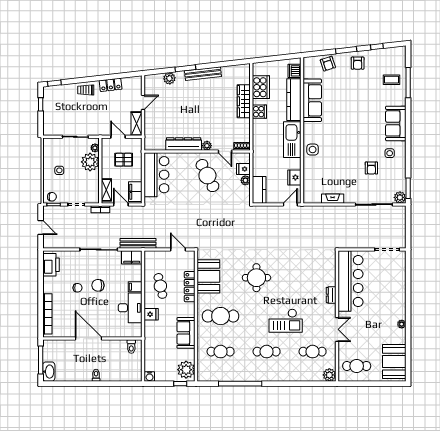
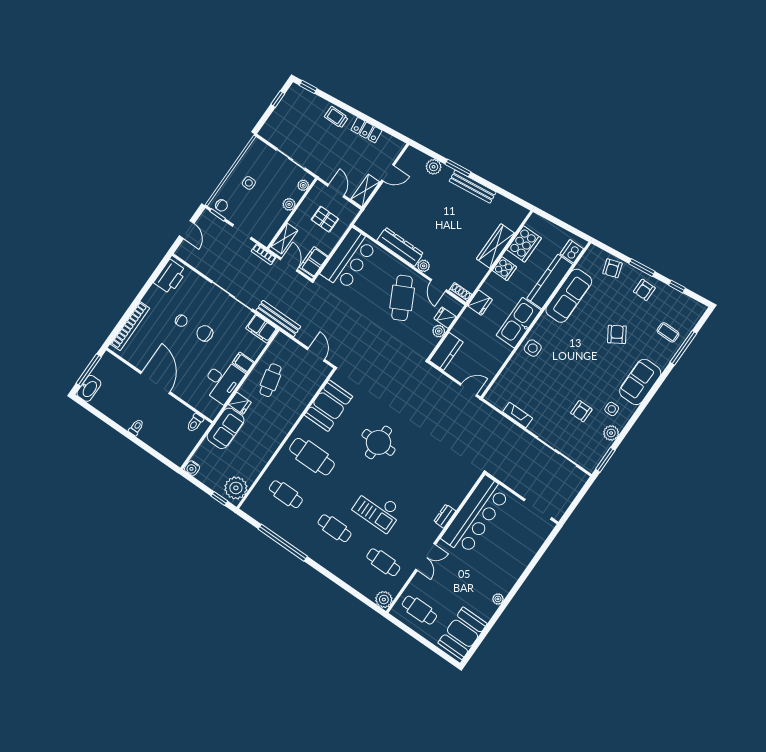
armchair: (360, 104) -> (617, 334), added
plant: (90, 162) -> (289, 204), width x0.53, depth x0.53
fridge: (294, 177) -> (480, 303), moved, turned 180
plant: (400, 197) -> (611, 433), moved
locker: (190, 287) -> (301, 403), removed
sofa: (186, 333) -> (226, 428), moved, turned 180

